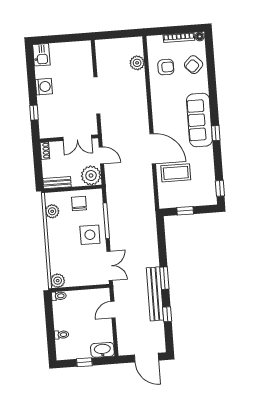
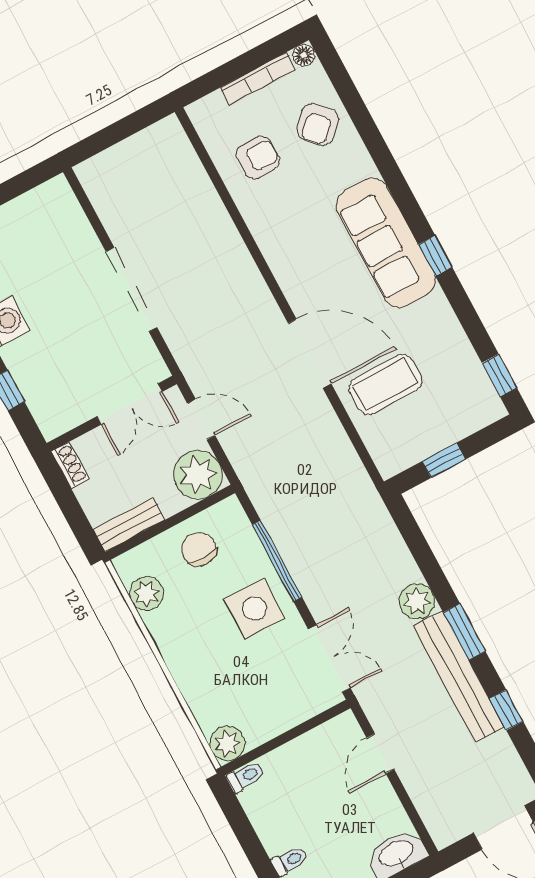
plant: (137, 63) -> (417, 601), moved

